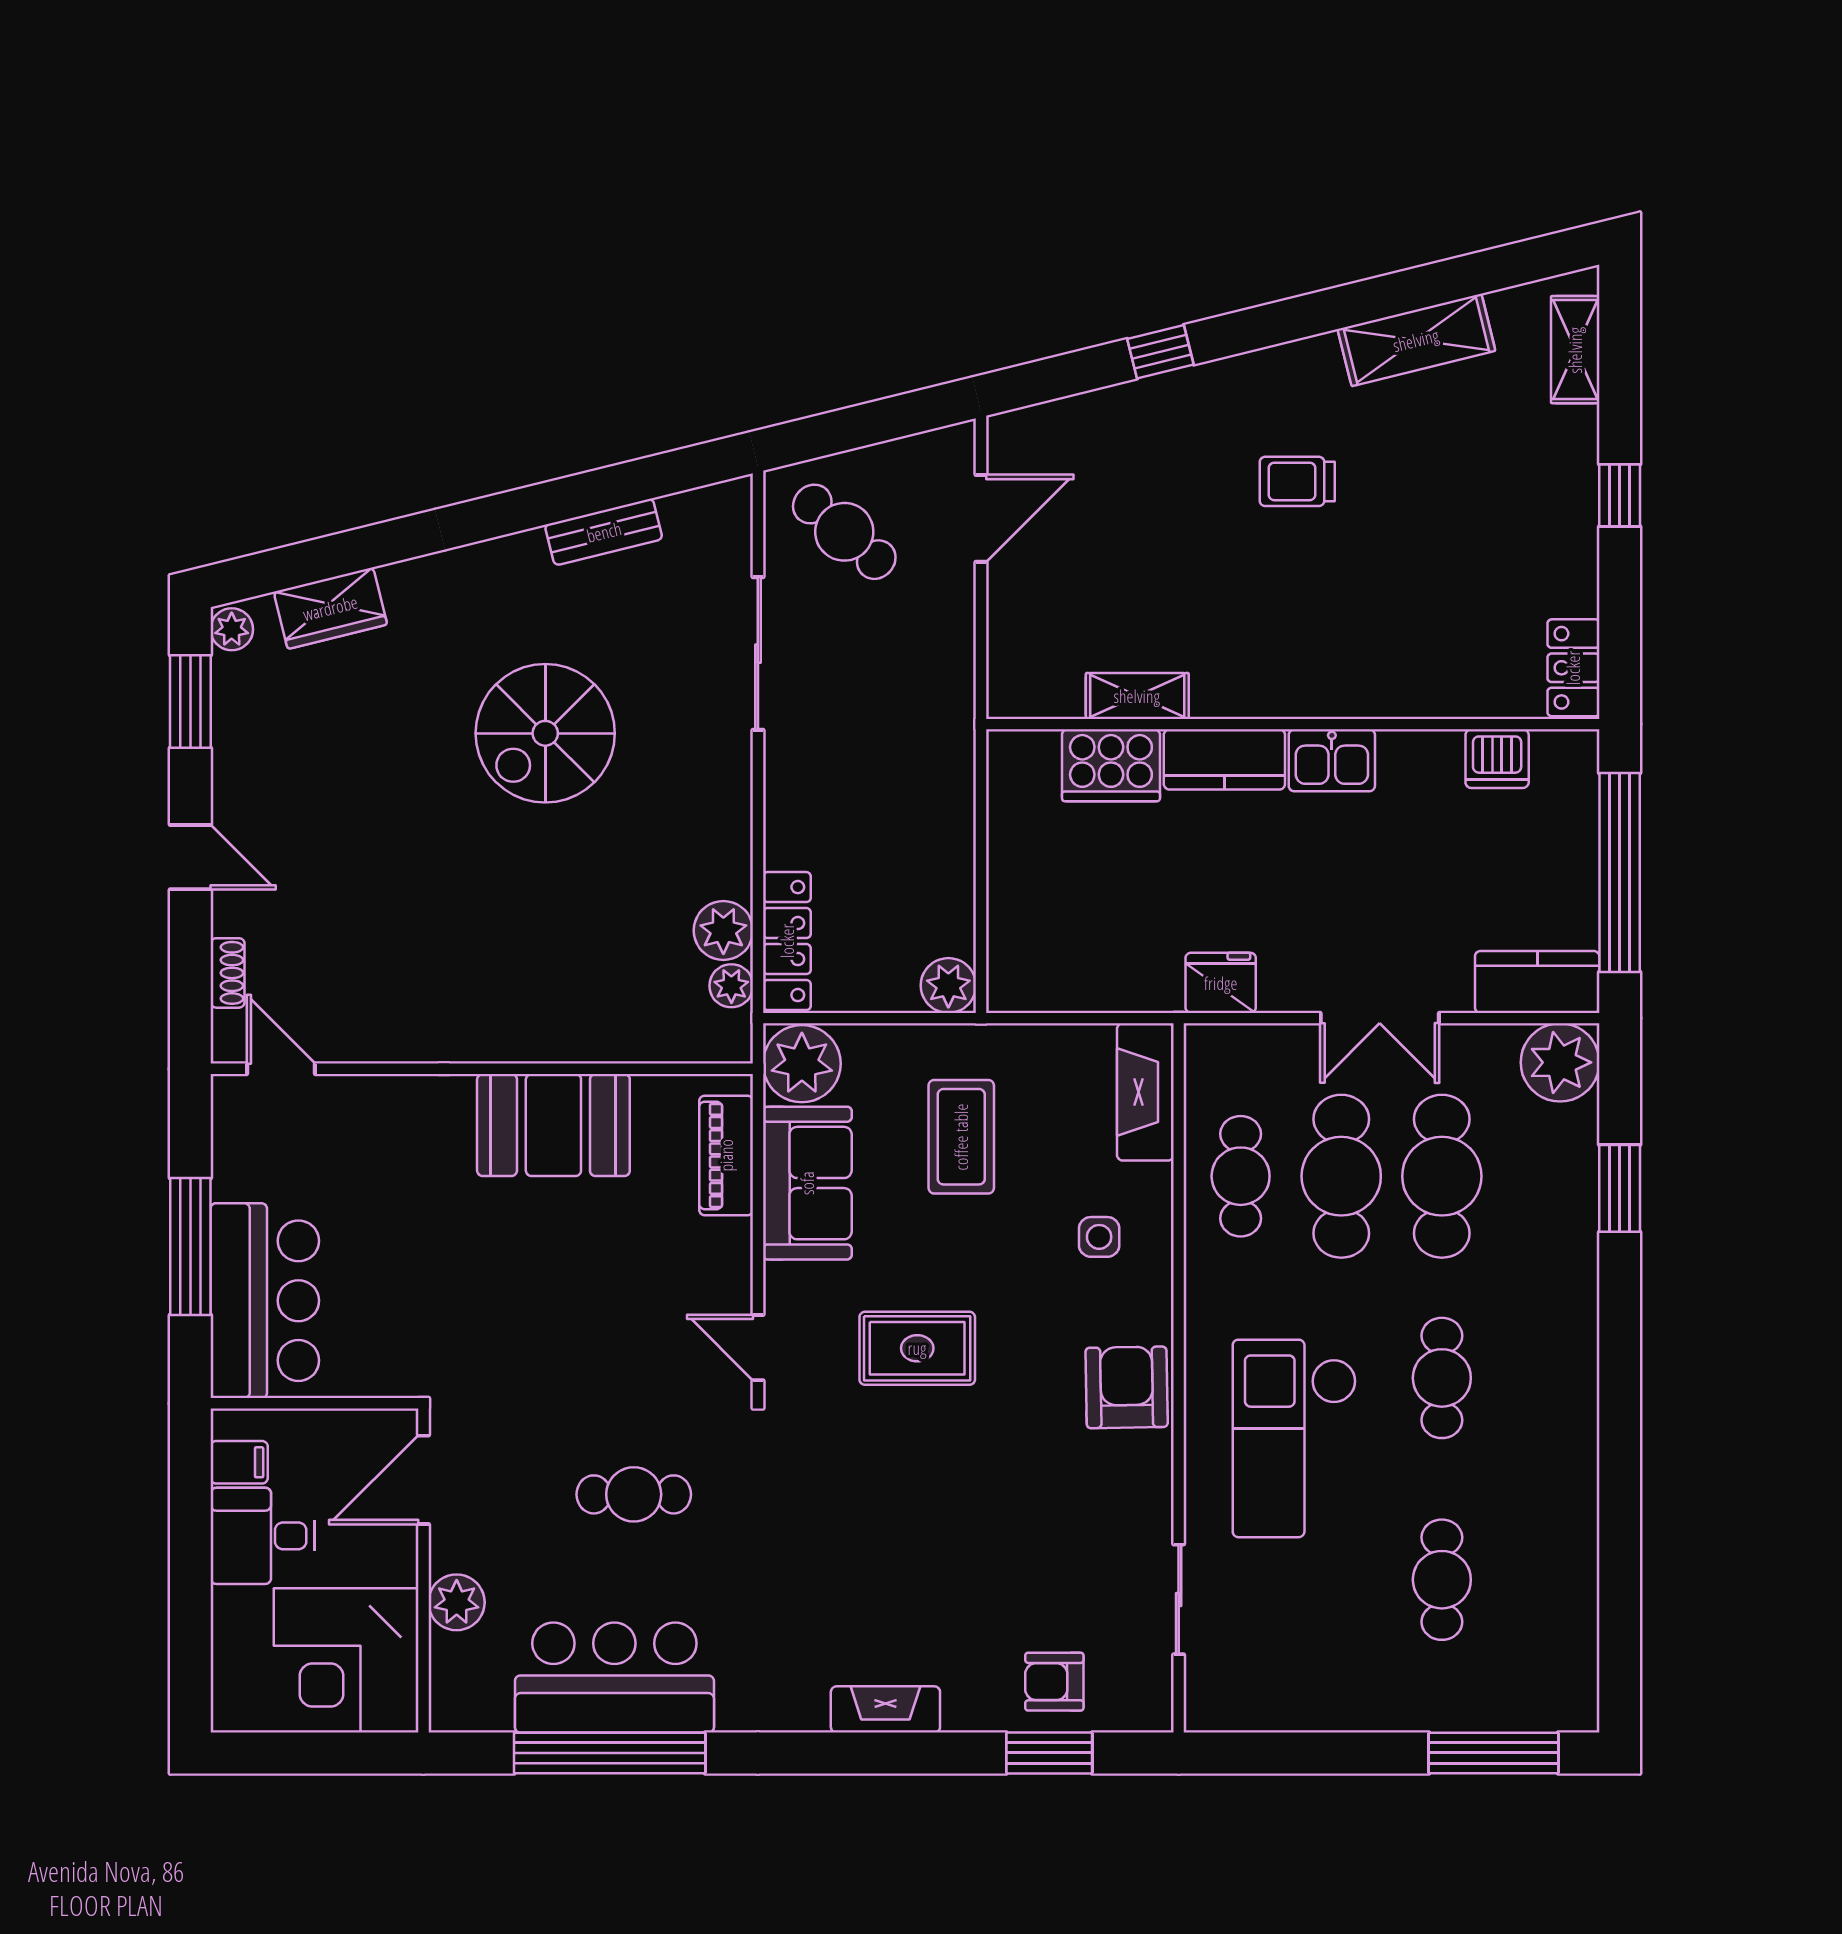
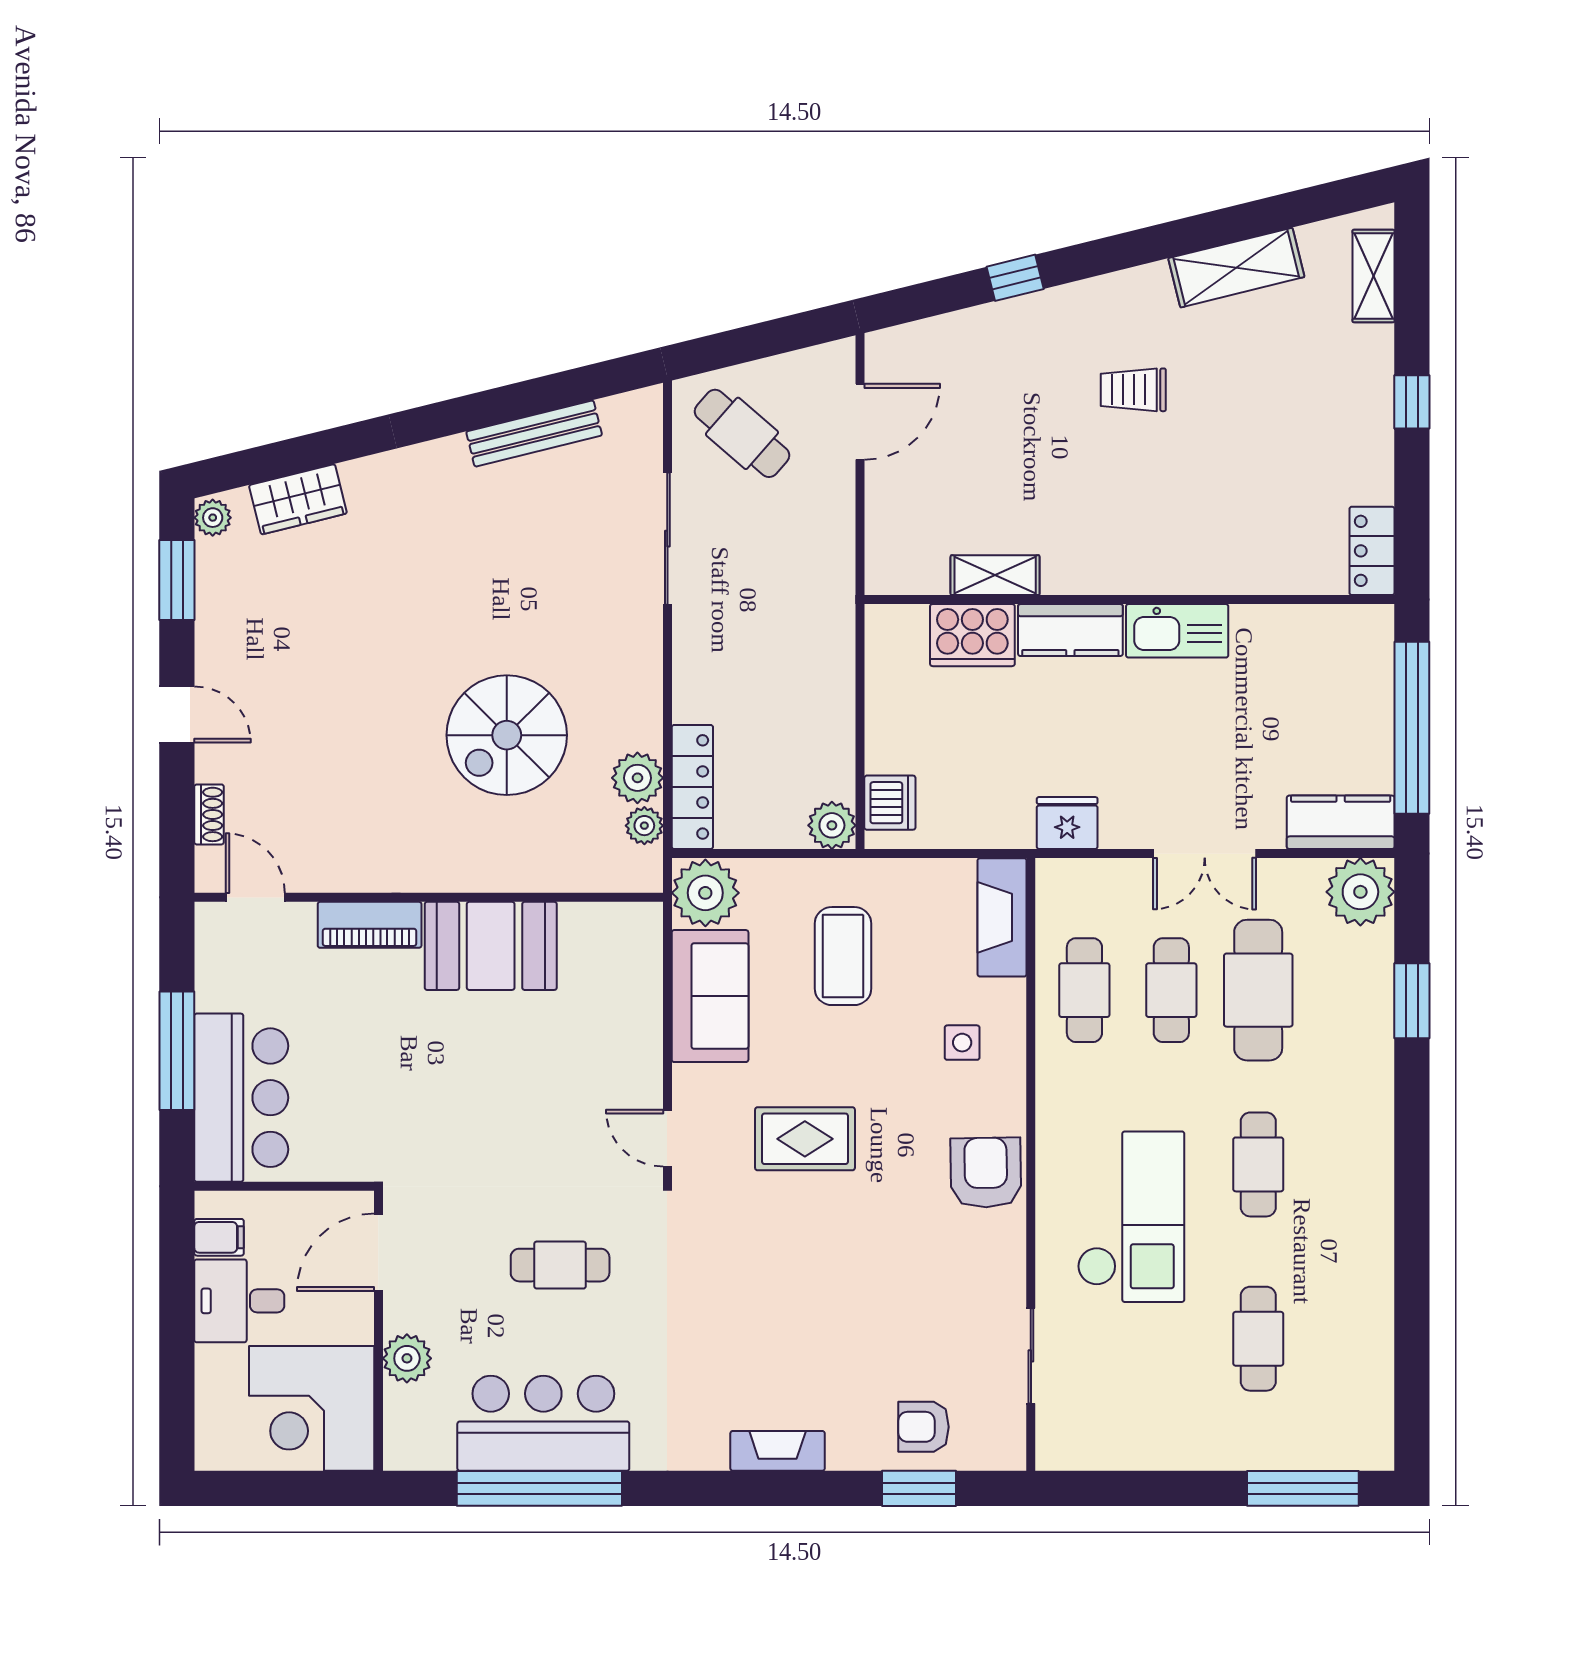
bench: (604, 532) -> (534, 434), width x1.36
spiral stairs: (545, 733) -> (507, 735), moved
dishwasher: (1497, 759) -> (890, 803), moved, turned -90
kitchen sink: (1332, 760) -> (1177, 631), width x1.38
piano: (726, 1155) -> (370, 925), moved, turned -90
cafe table: (1341, 1176) -> (1171, 990), width x0.73, depth x0.74
checkout: (1294, 1438) -> (1131, 1217), turned 180

